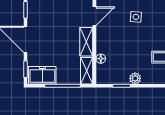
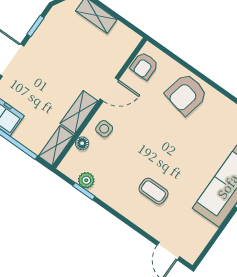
side table: (136, 17) -> (104, 129), moved
plant: (135, 78) -> (86, 180), moved

